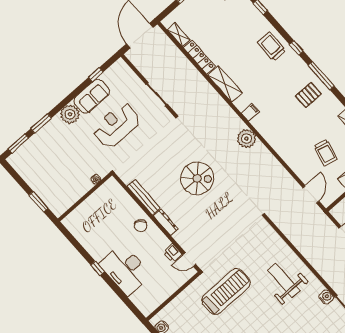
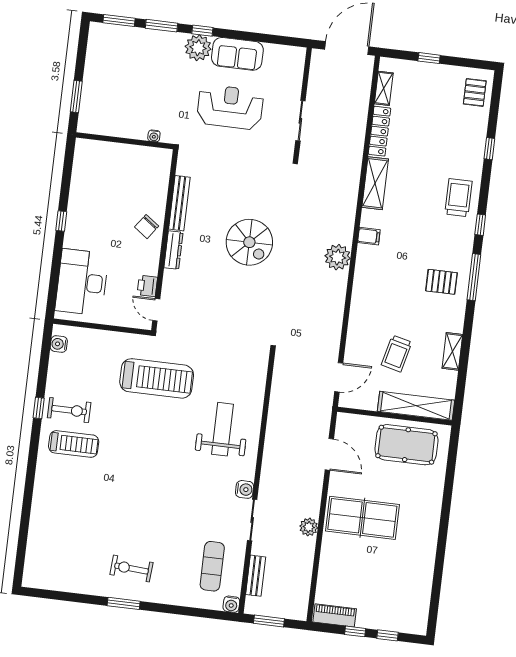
window: (96, 75) -> (202, 31), moved
desk: (125, 270) -> (82, 282), moved

